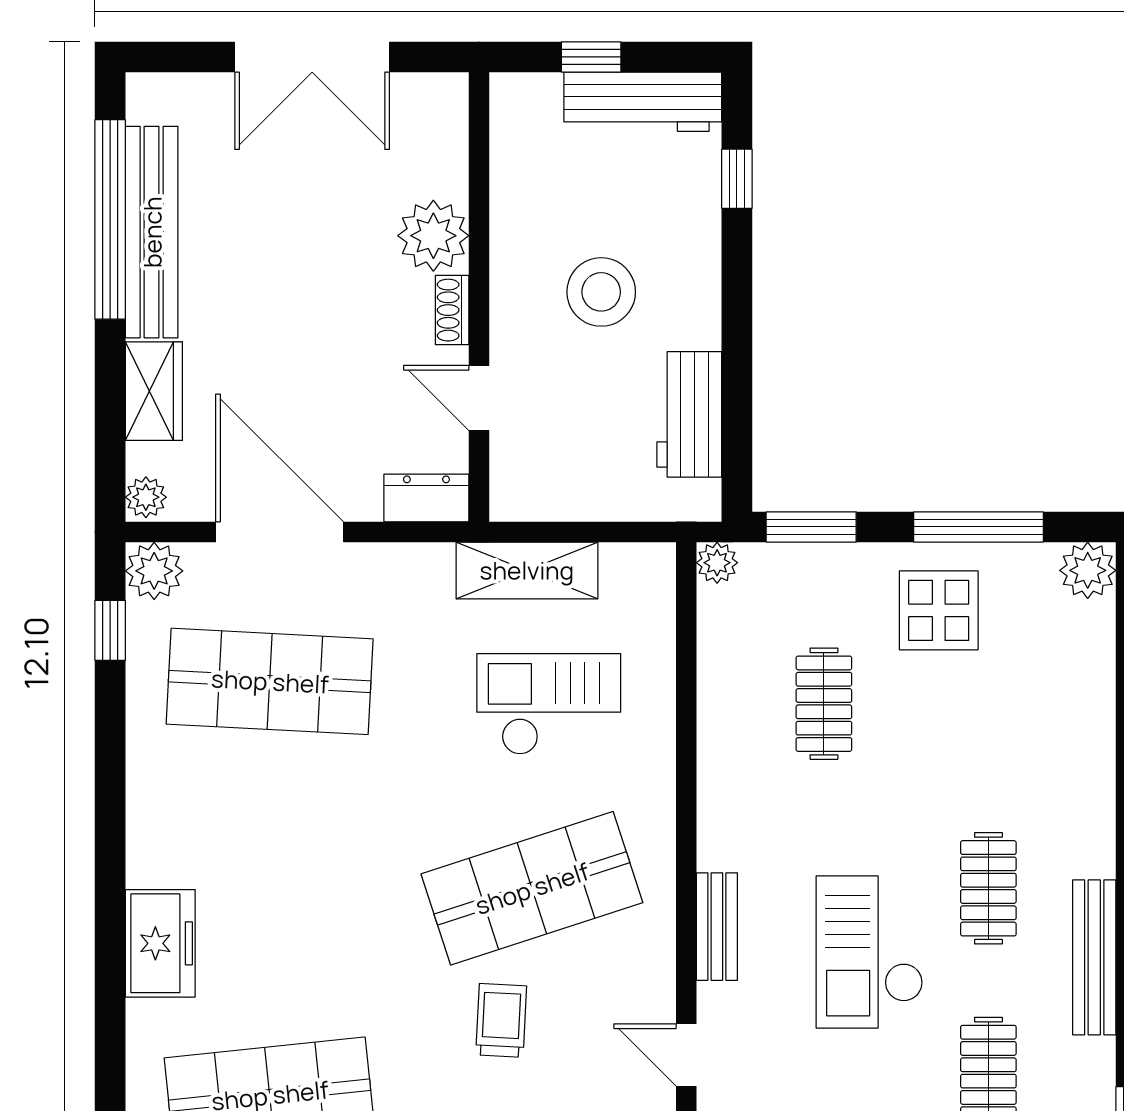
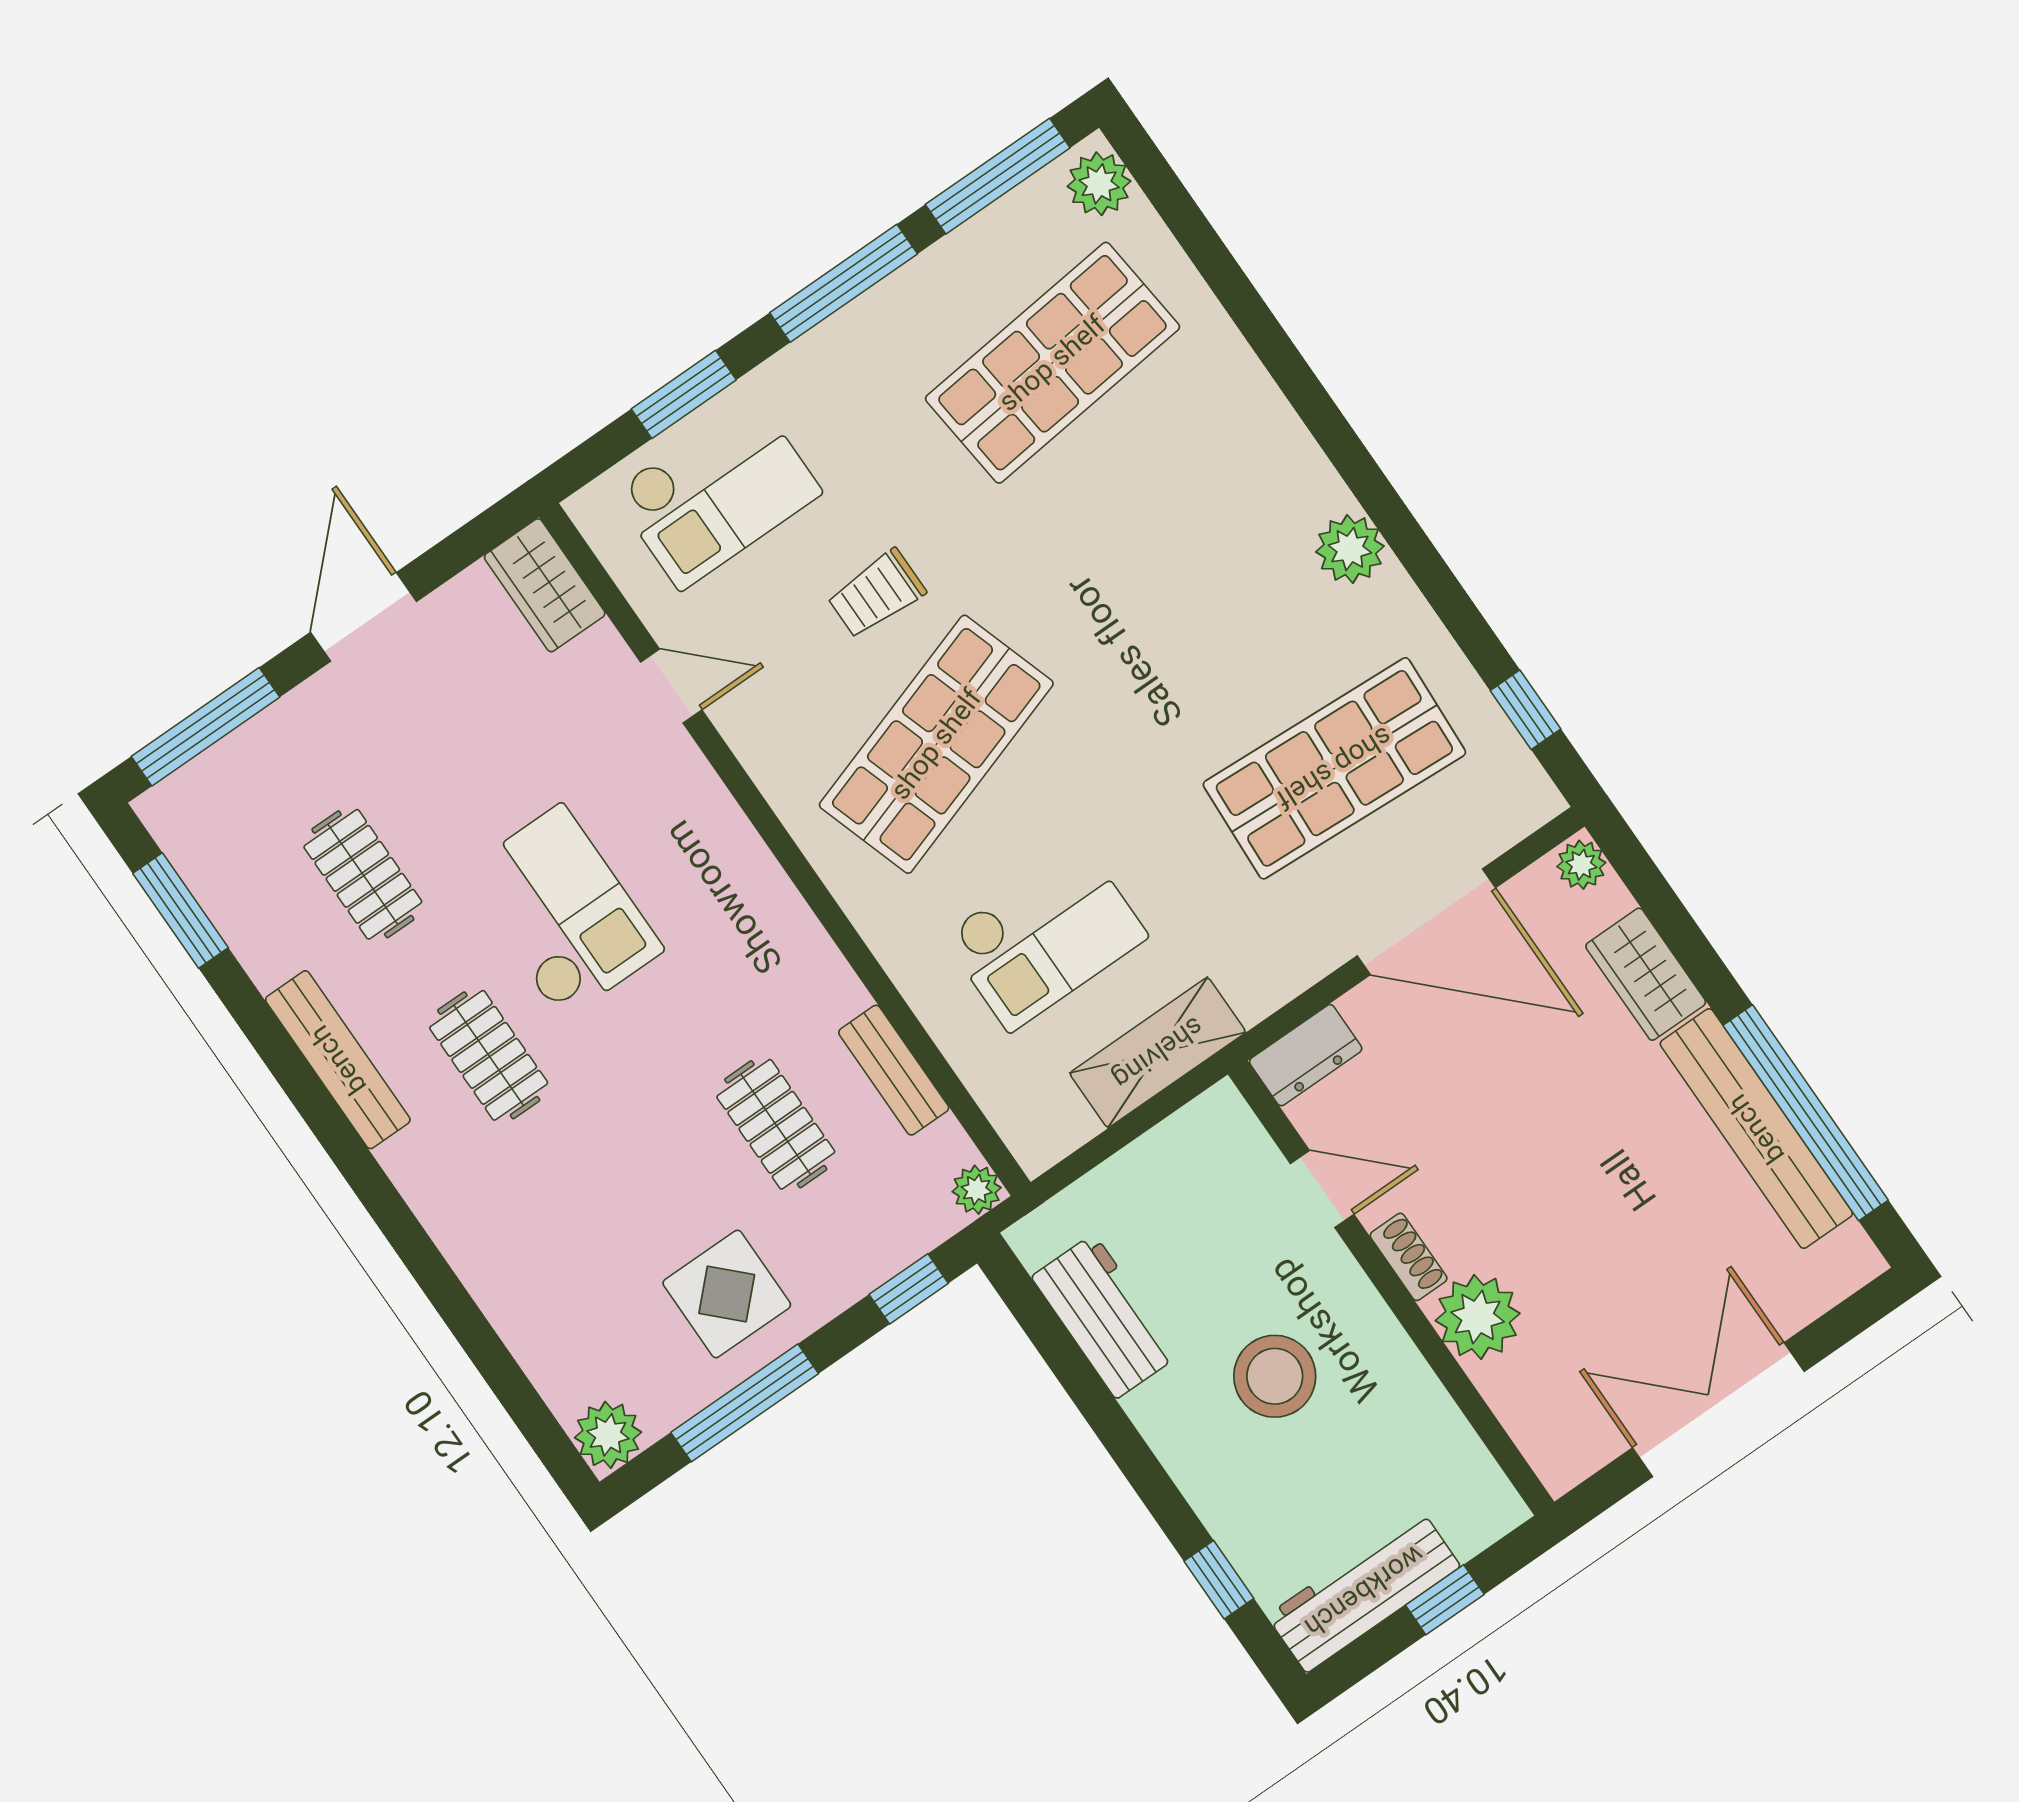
window: (811, 527) -> (909, 1289), width x0.67
plant: (154, 571) -> (1350, 549), moved
bench: (717, 927) -> (894, 1070), moved
freezer: (160, 943) -> (1263, 437), removed
trolley: (501, 1020) -> (876, 594), turned 87

